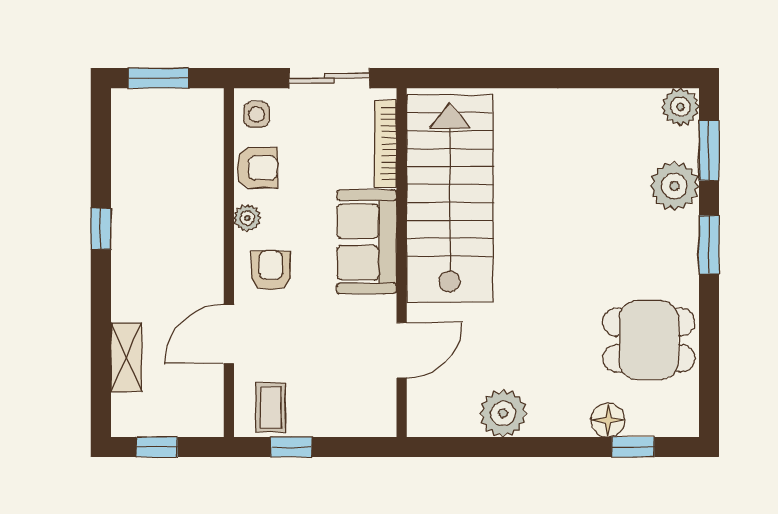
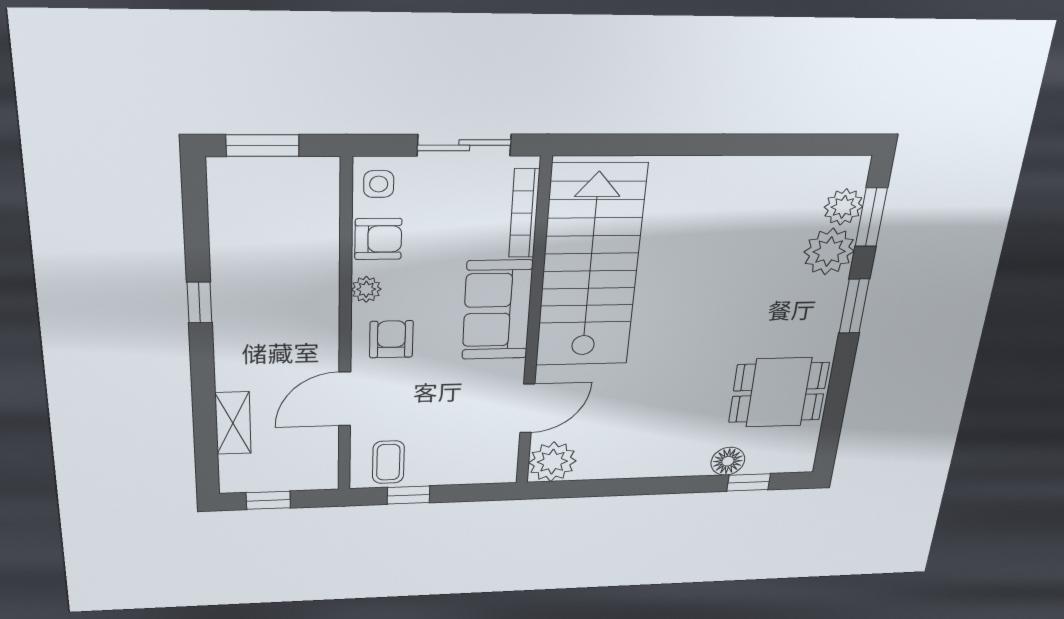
plant: (680, 107) -> (843, 207), moved
plant: (503, 413) -> (552, 462), moved

